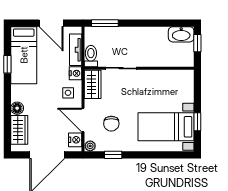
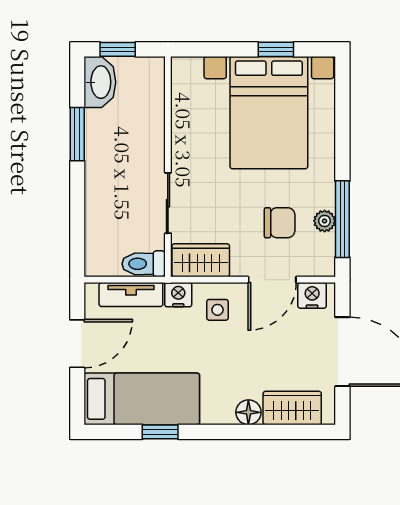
window: (105, 23) -> (77, 134), moved
bed with nightstands: (166, 127) -> (269, 113), width x1.36
plant: (90, 146) -> (325, 221), moved
window: (113, 155) -> (342, 219), width x2.17

